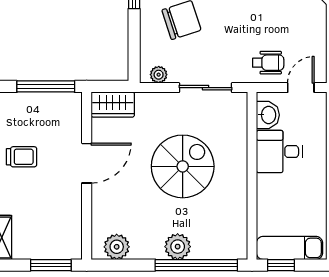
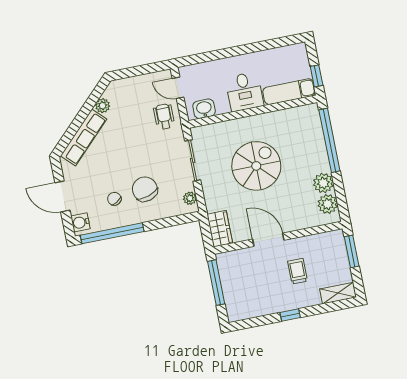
desk: (279, 152) -> (245, 92), moved
trolley: (22, 157) -> (298, 271), moved
spiral stairs: (183, 166) -> (256, 166), turned 90
plant: (178, 247) -> (323, 183), moved
exam couch: (290, 248) -> (289, 92), moved, turned 90

